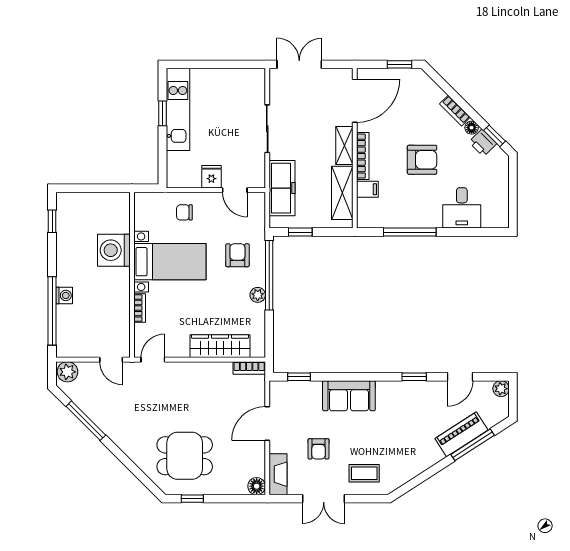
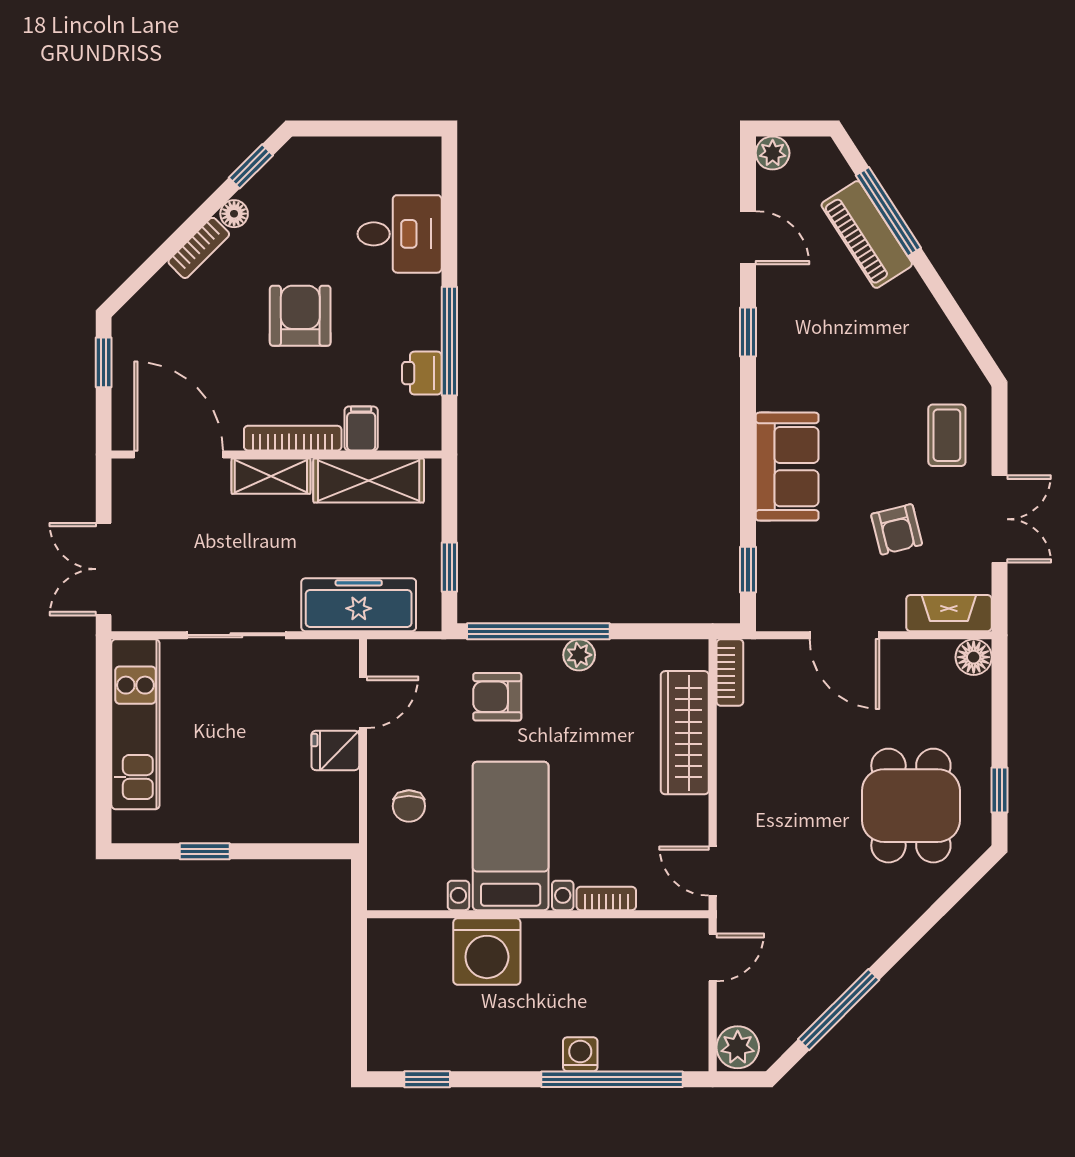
kitchen unit: (178, 109) -> (135, 724), moved, turned 90
printer: (483, 143) -> (422, 373), moved, turned 135
armchair: (319, 449) -> (897, 529), turned 76

